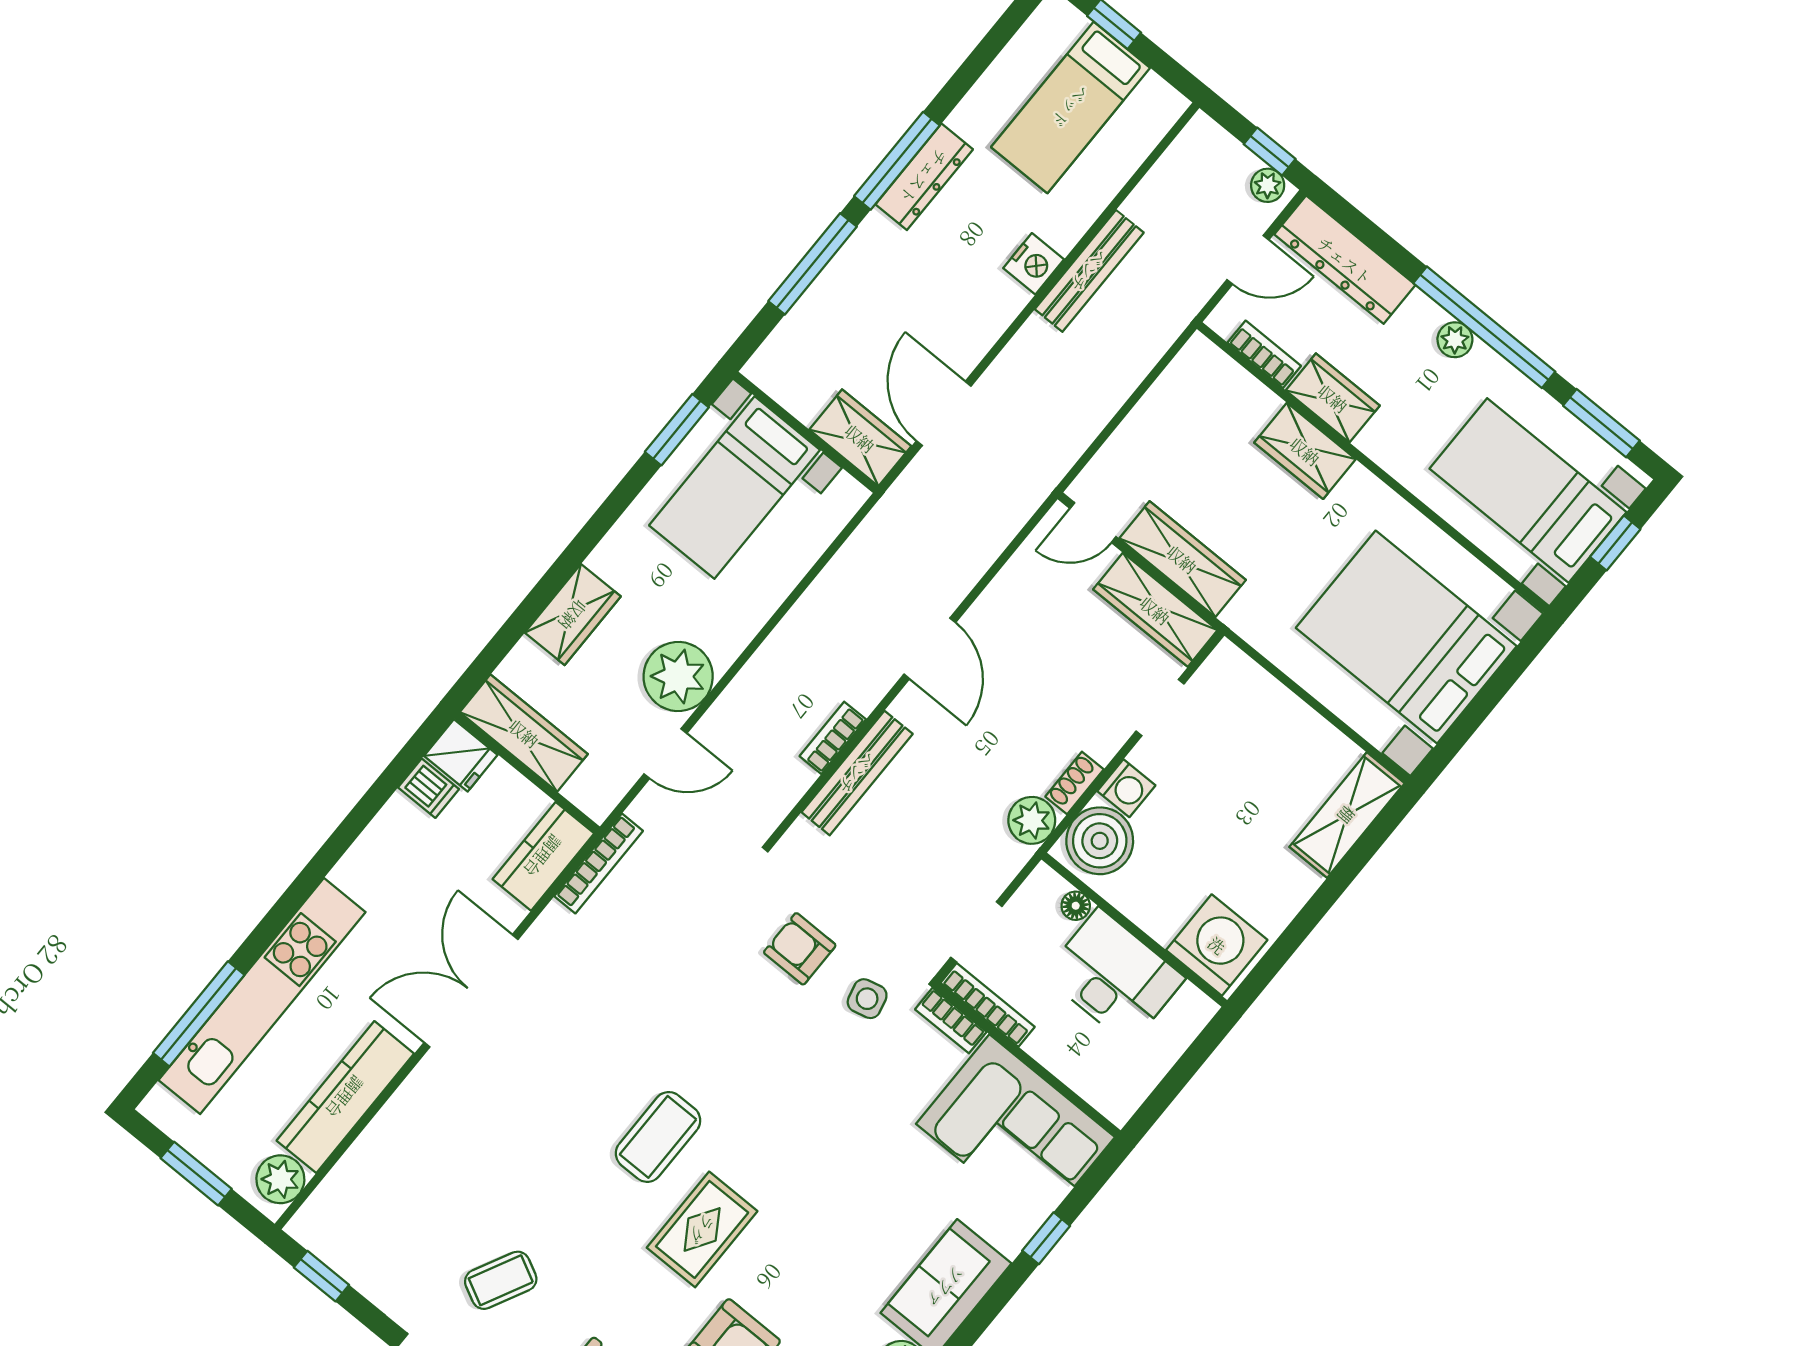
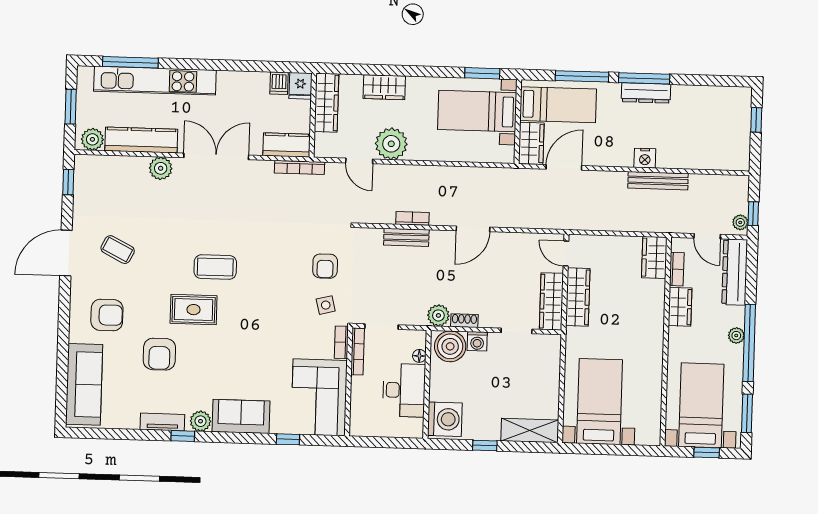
bed: (1071, 107) -> (558, 105), moved, turned 180
wardrobe: (1305, 451) -> (654, 257), moved
bed with nightstands: (1406, 637) -> (600, 402), width x0.73
bench: (857, 773) -> (406, 237), width x0.73
window: (1314, 911) -> (485, 446), added
armchair: (800, 949) -> (325, 266), turned 180
plant: (419, 1101) -> (161, 168), added

